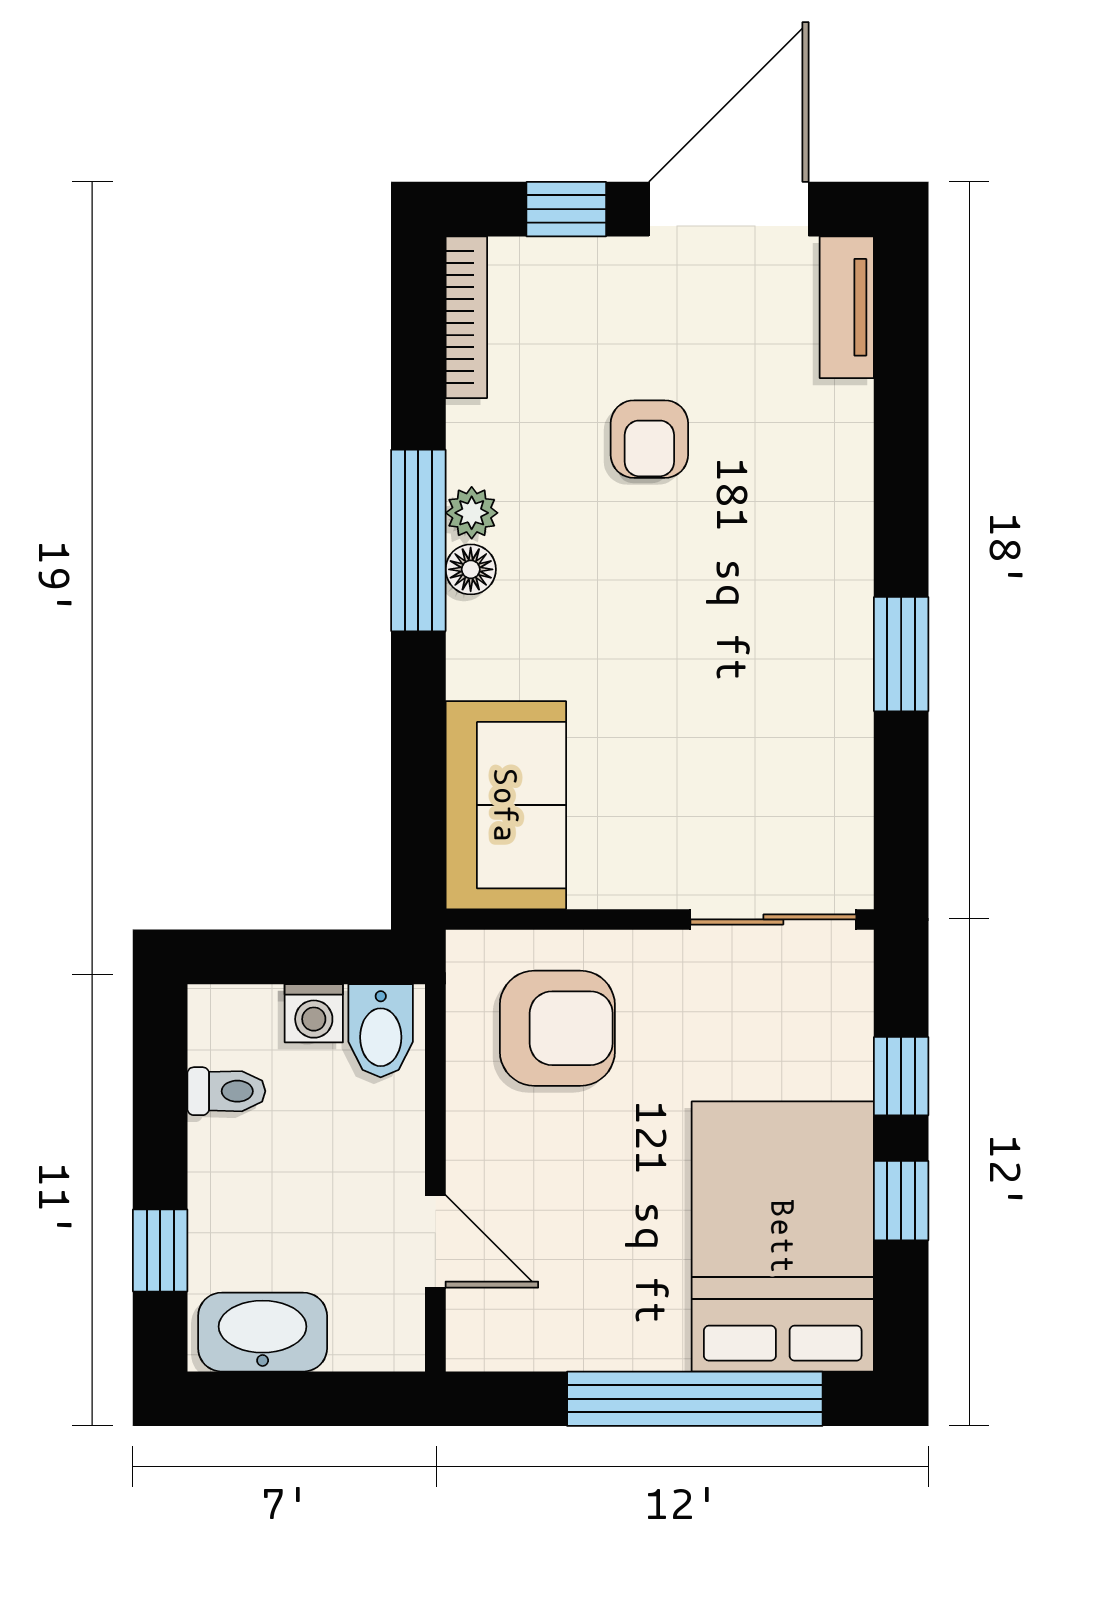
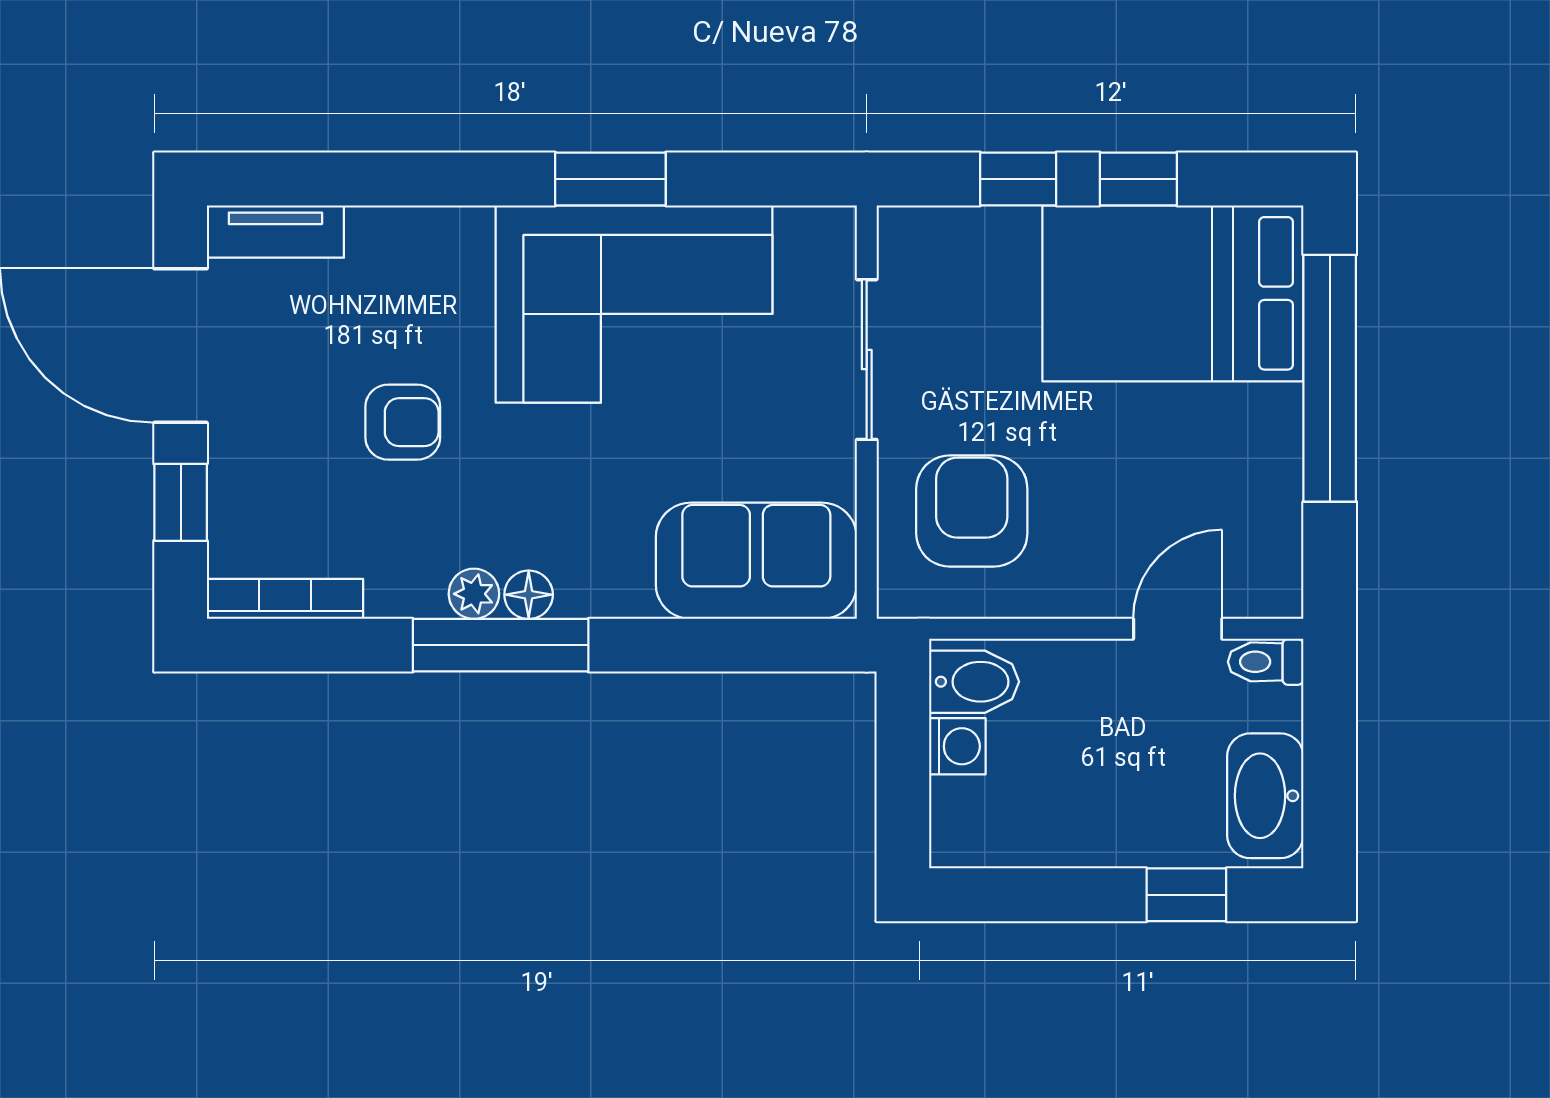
corner sofa: (772, 679) -> (634, 304), added
sliding door: (773, 919) -> (867, 360), moved
toilet: (226, 1091) -> (1266, 662), moved, turned -90

